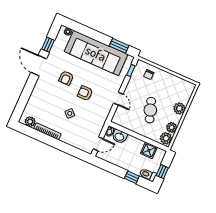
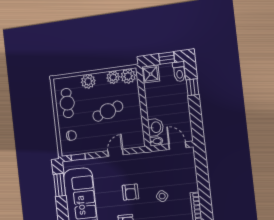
cafe table: (173, 85) -> (67, 103), added
shower: (149, 150) -> (151, 74), moved

